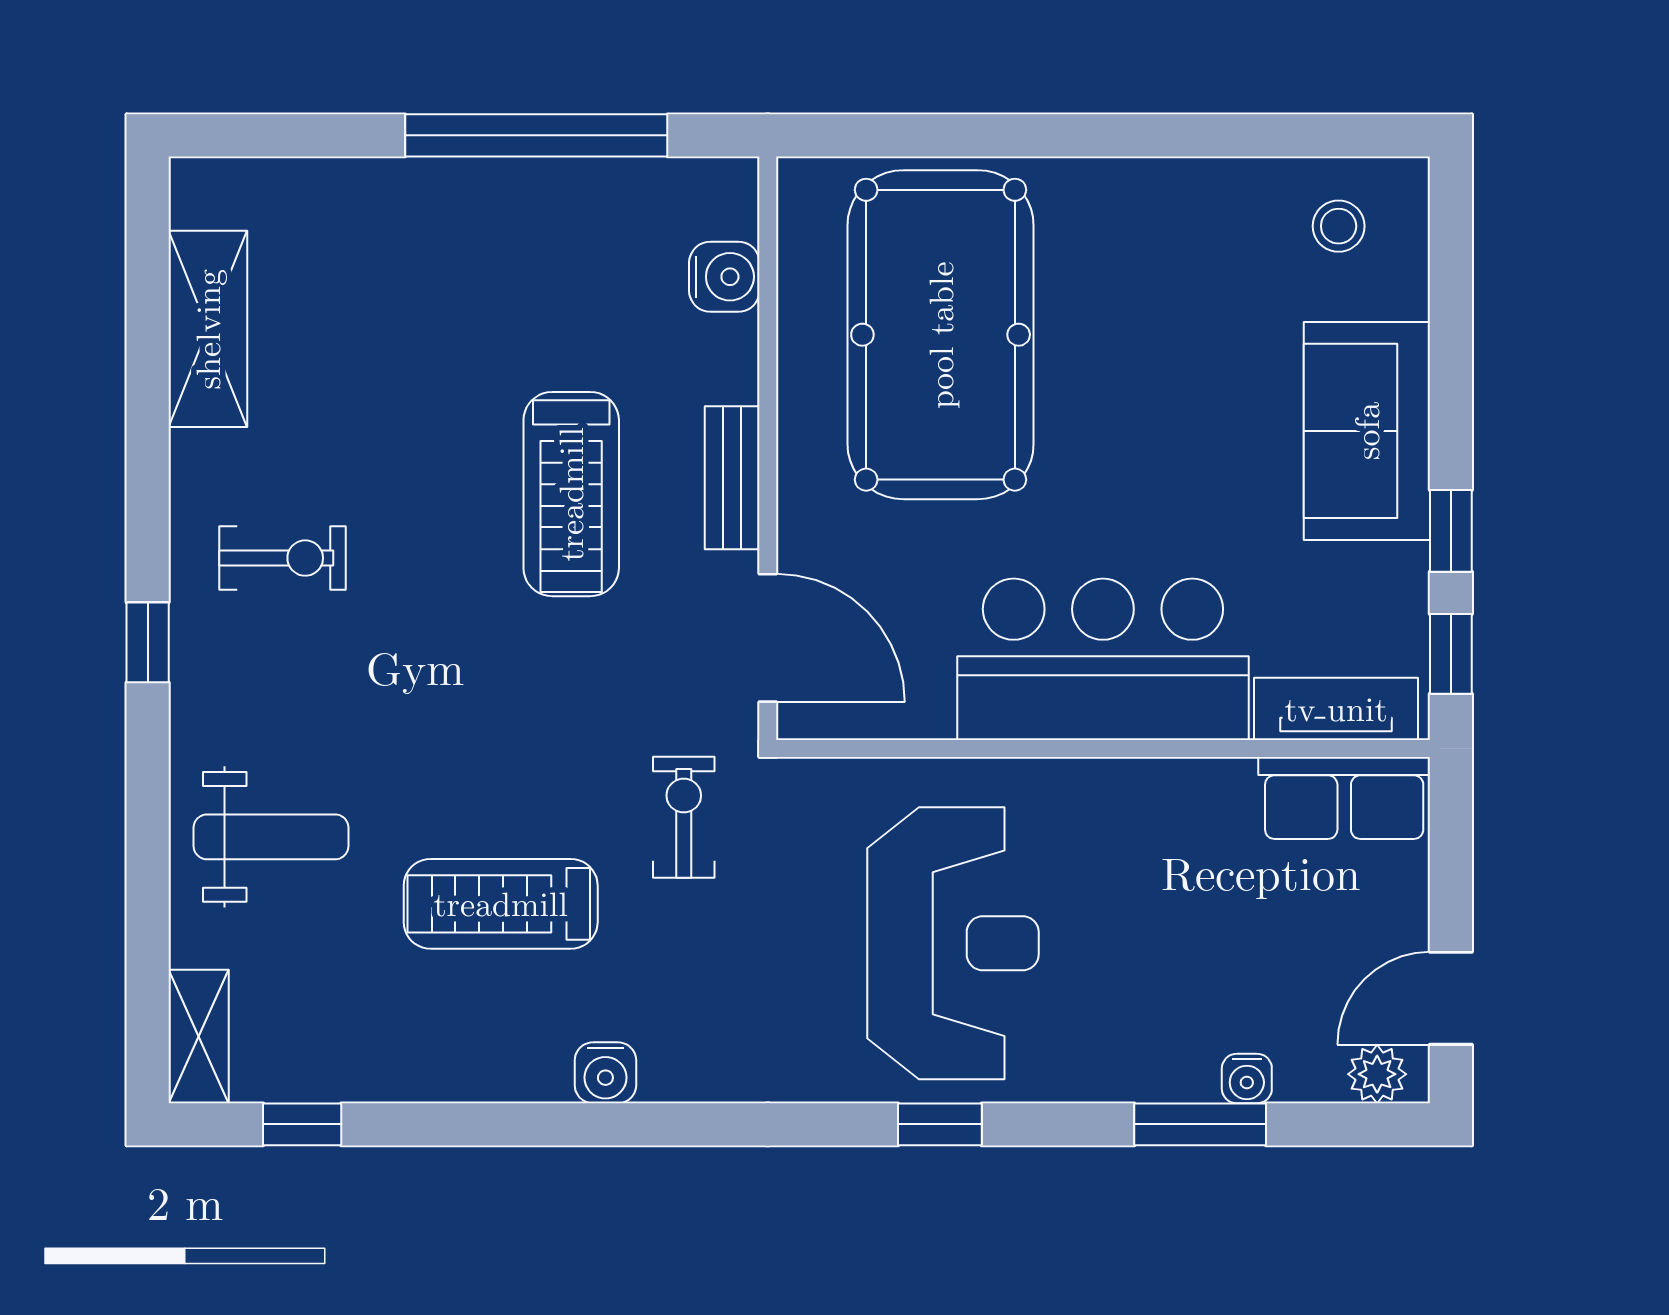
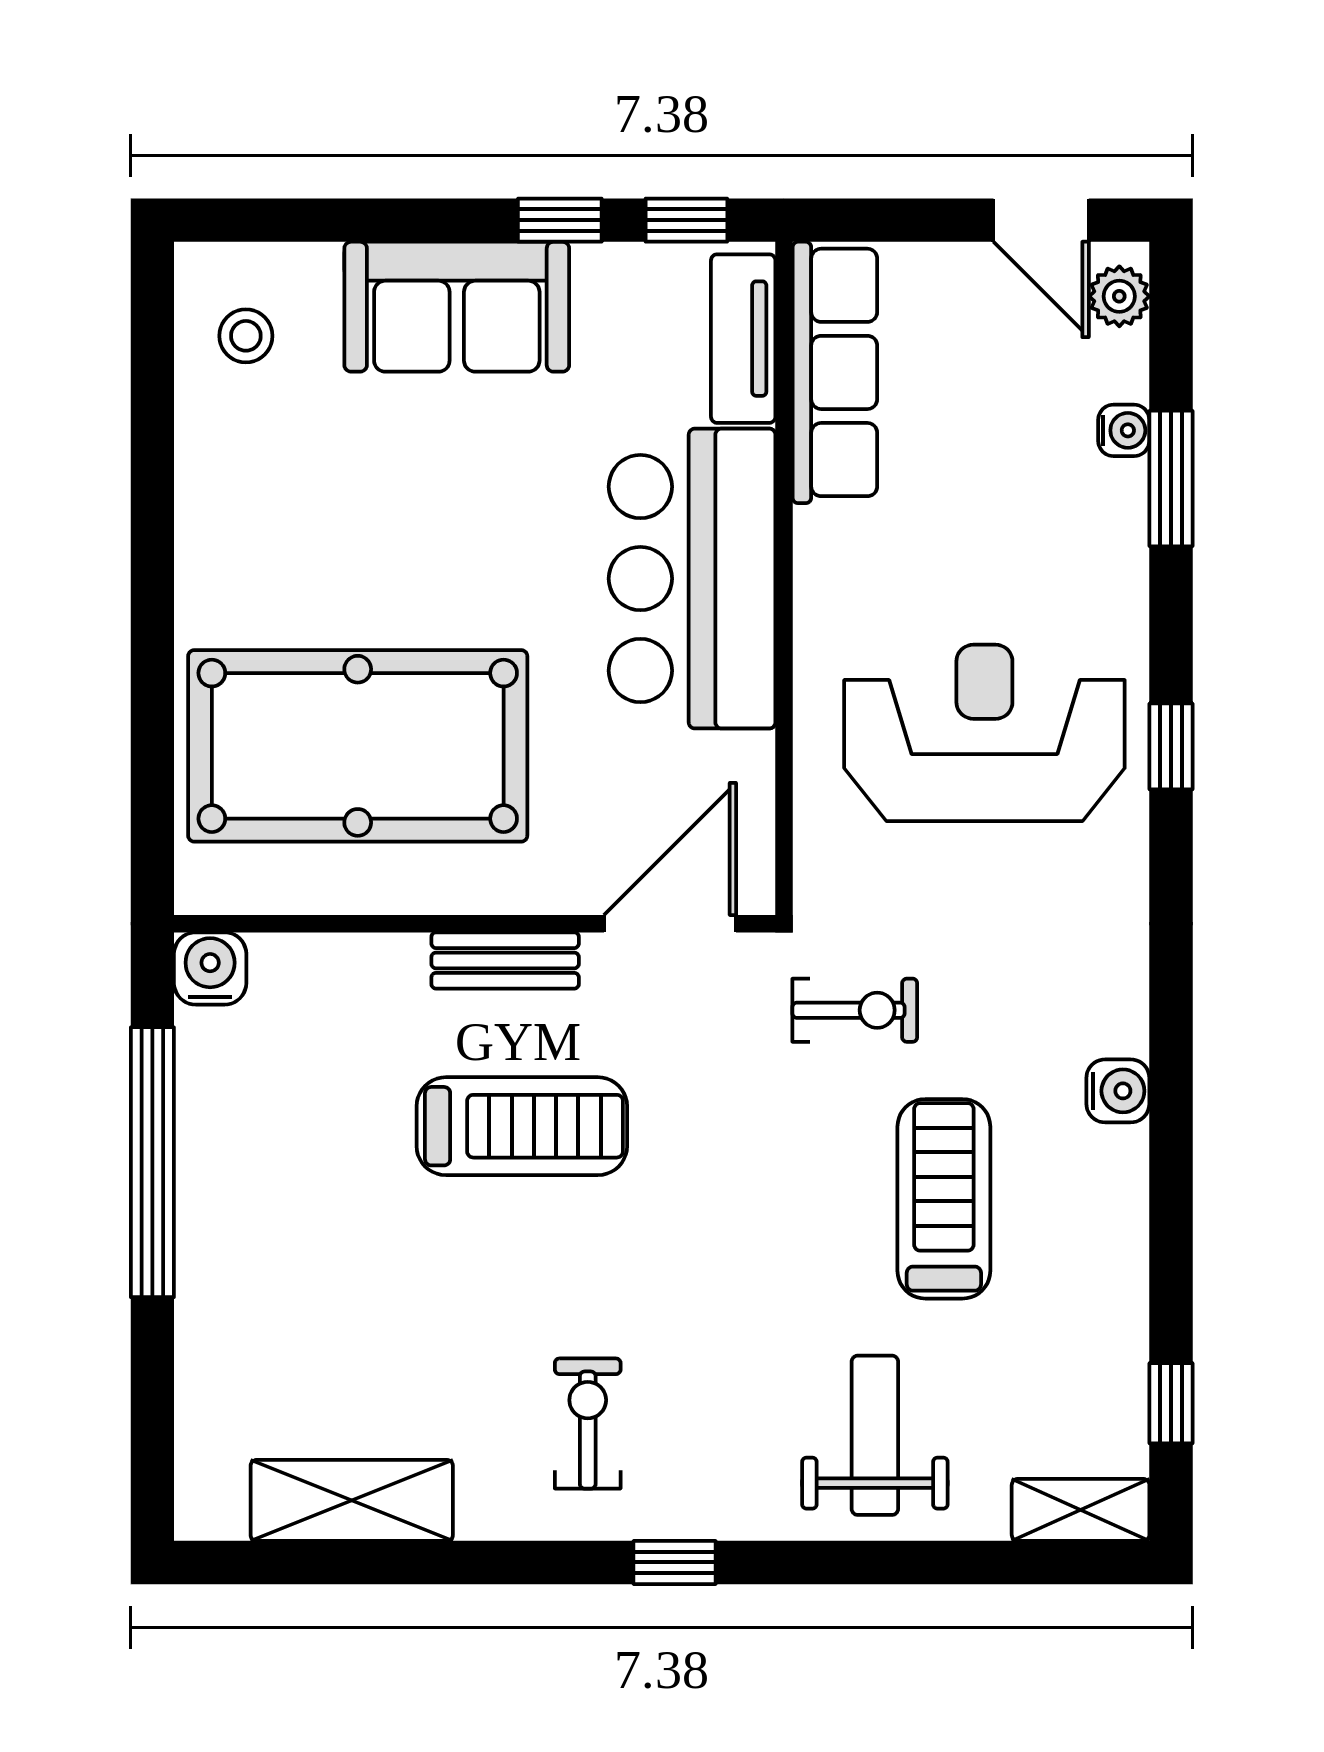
water cooler: (724, 277) -> (210, 968), moved
row of seats: (1344, 798) -> (835, 372), width x1.48
exercise bike: (684, 817) -> (855, 1010), turned 180
treadmill: (501, 904) -> (944, 1199), turned 180

